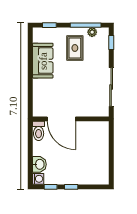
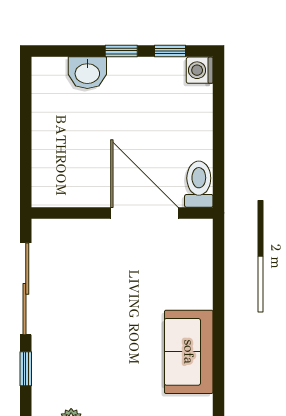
window: (111, 43) -> (26, 369), moved
rug: (75, 48) -> (112, 382), removed
washbasin: (39, 164) -> (87, 73), moved, turned -90

